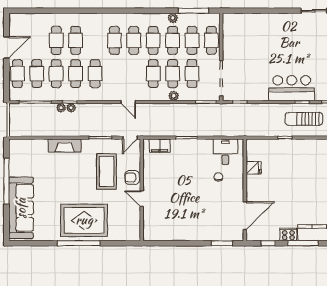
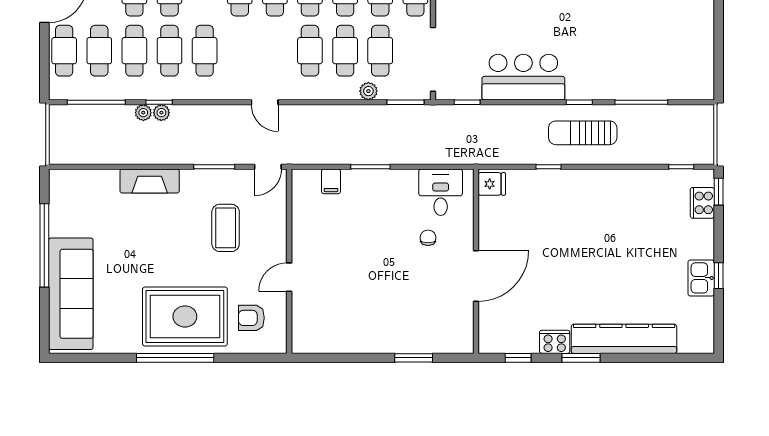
bar counter: (292, 88) -> (523, 77), moved
plant: (174, 96) -> (368, 91), moved
filing cabinet: (160, 146) -> (331, 181), width x0.50
fridge: (254, 168) -> (492, 184), moved
coffee table: (107, 171) -> (226, 228), width x0.73, depth x0.76
armchair: (132, 177) -> (251, 318), moved
door: (142, 199) -> (289, 277), hinge flipped
door: (245, 216) -> (476, 276), moved
window: (222, 243) -> (414, 358), moved
window: (303, 243) -> (581, 358), width x0.69

